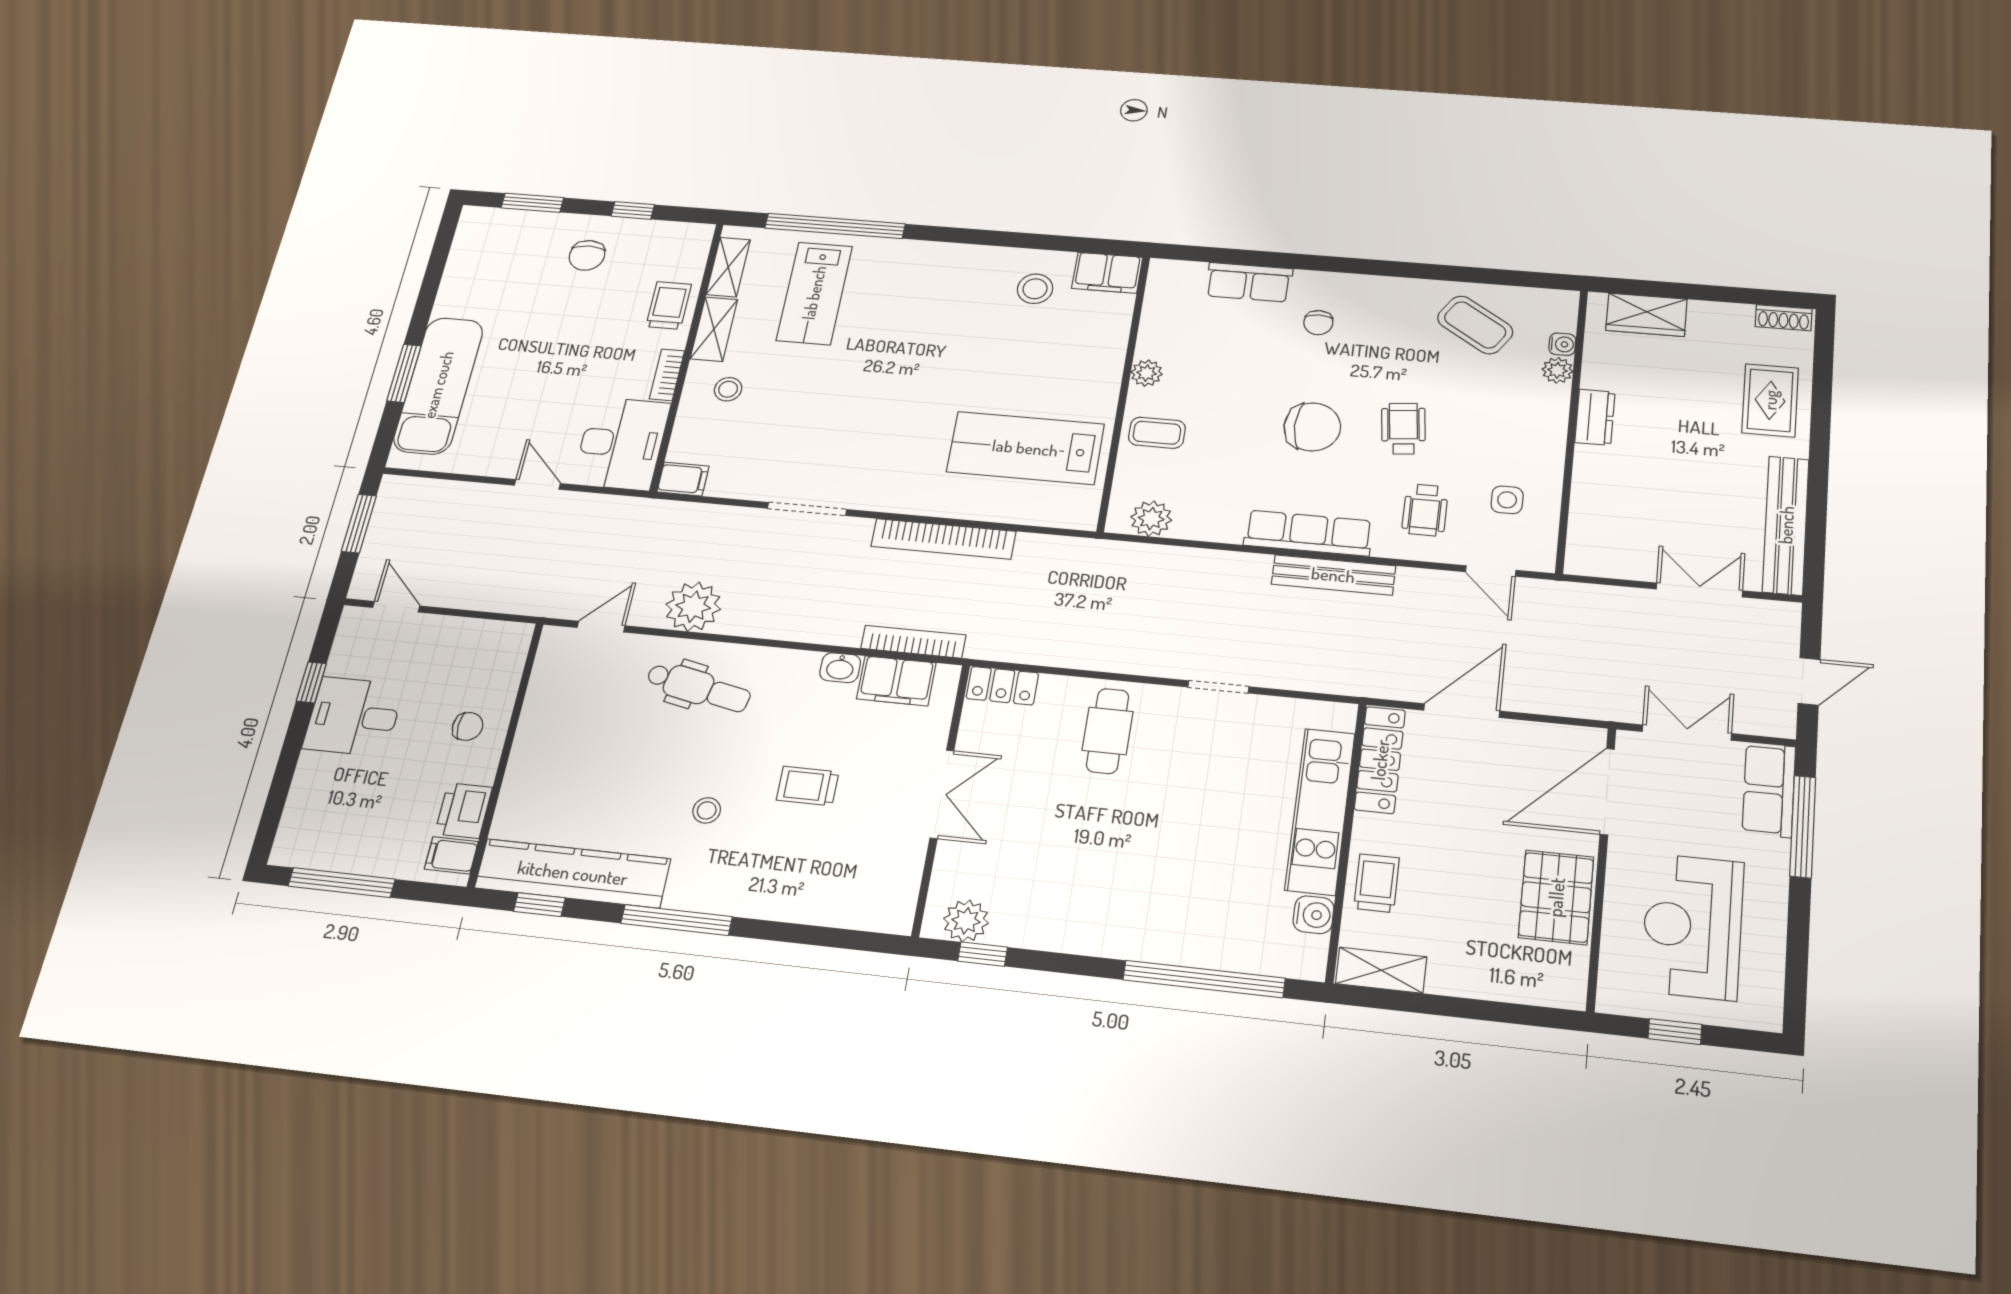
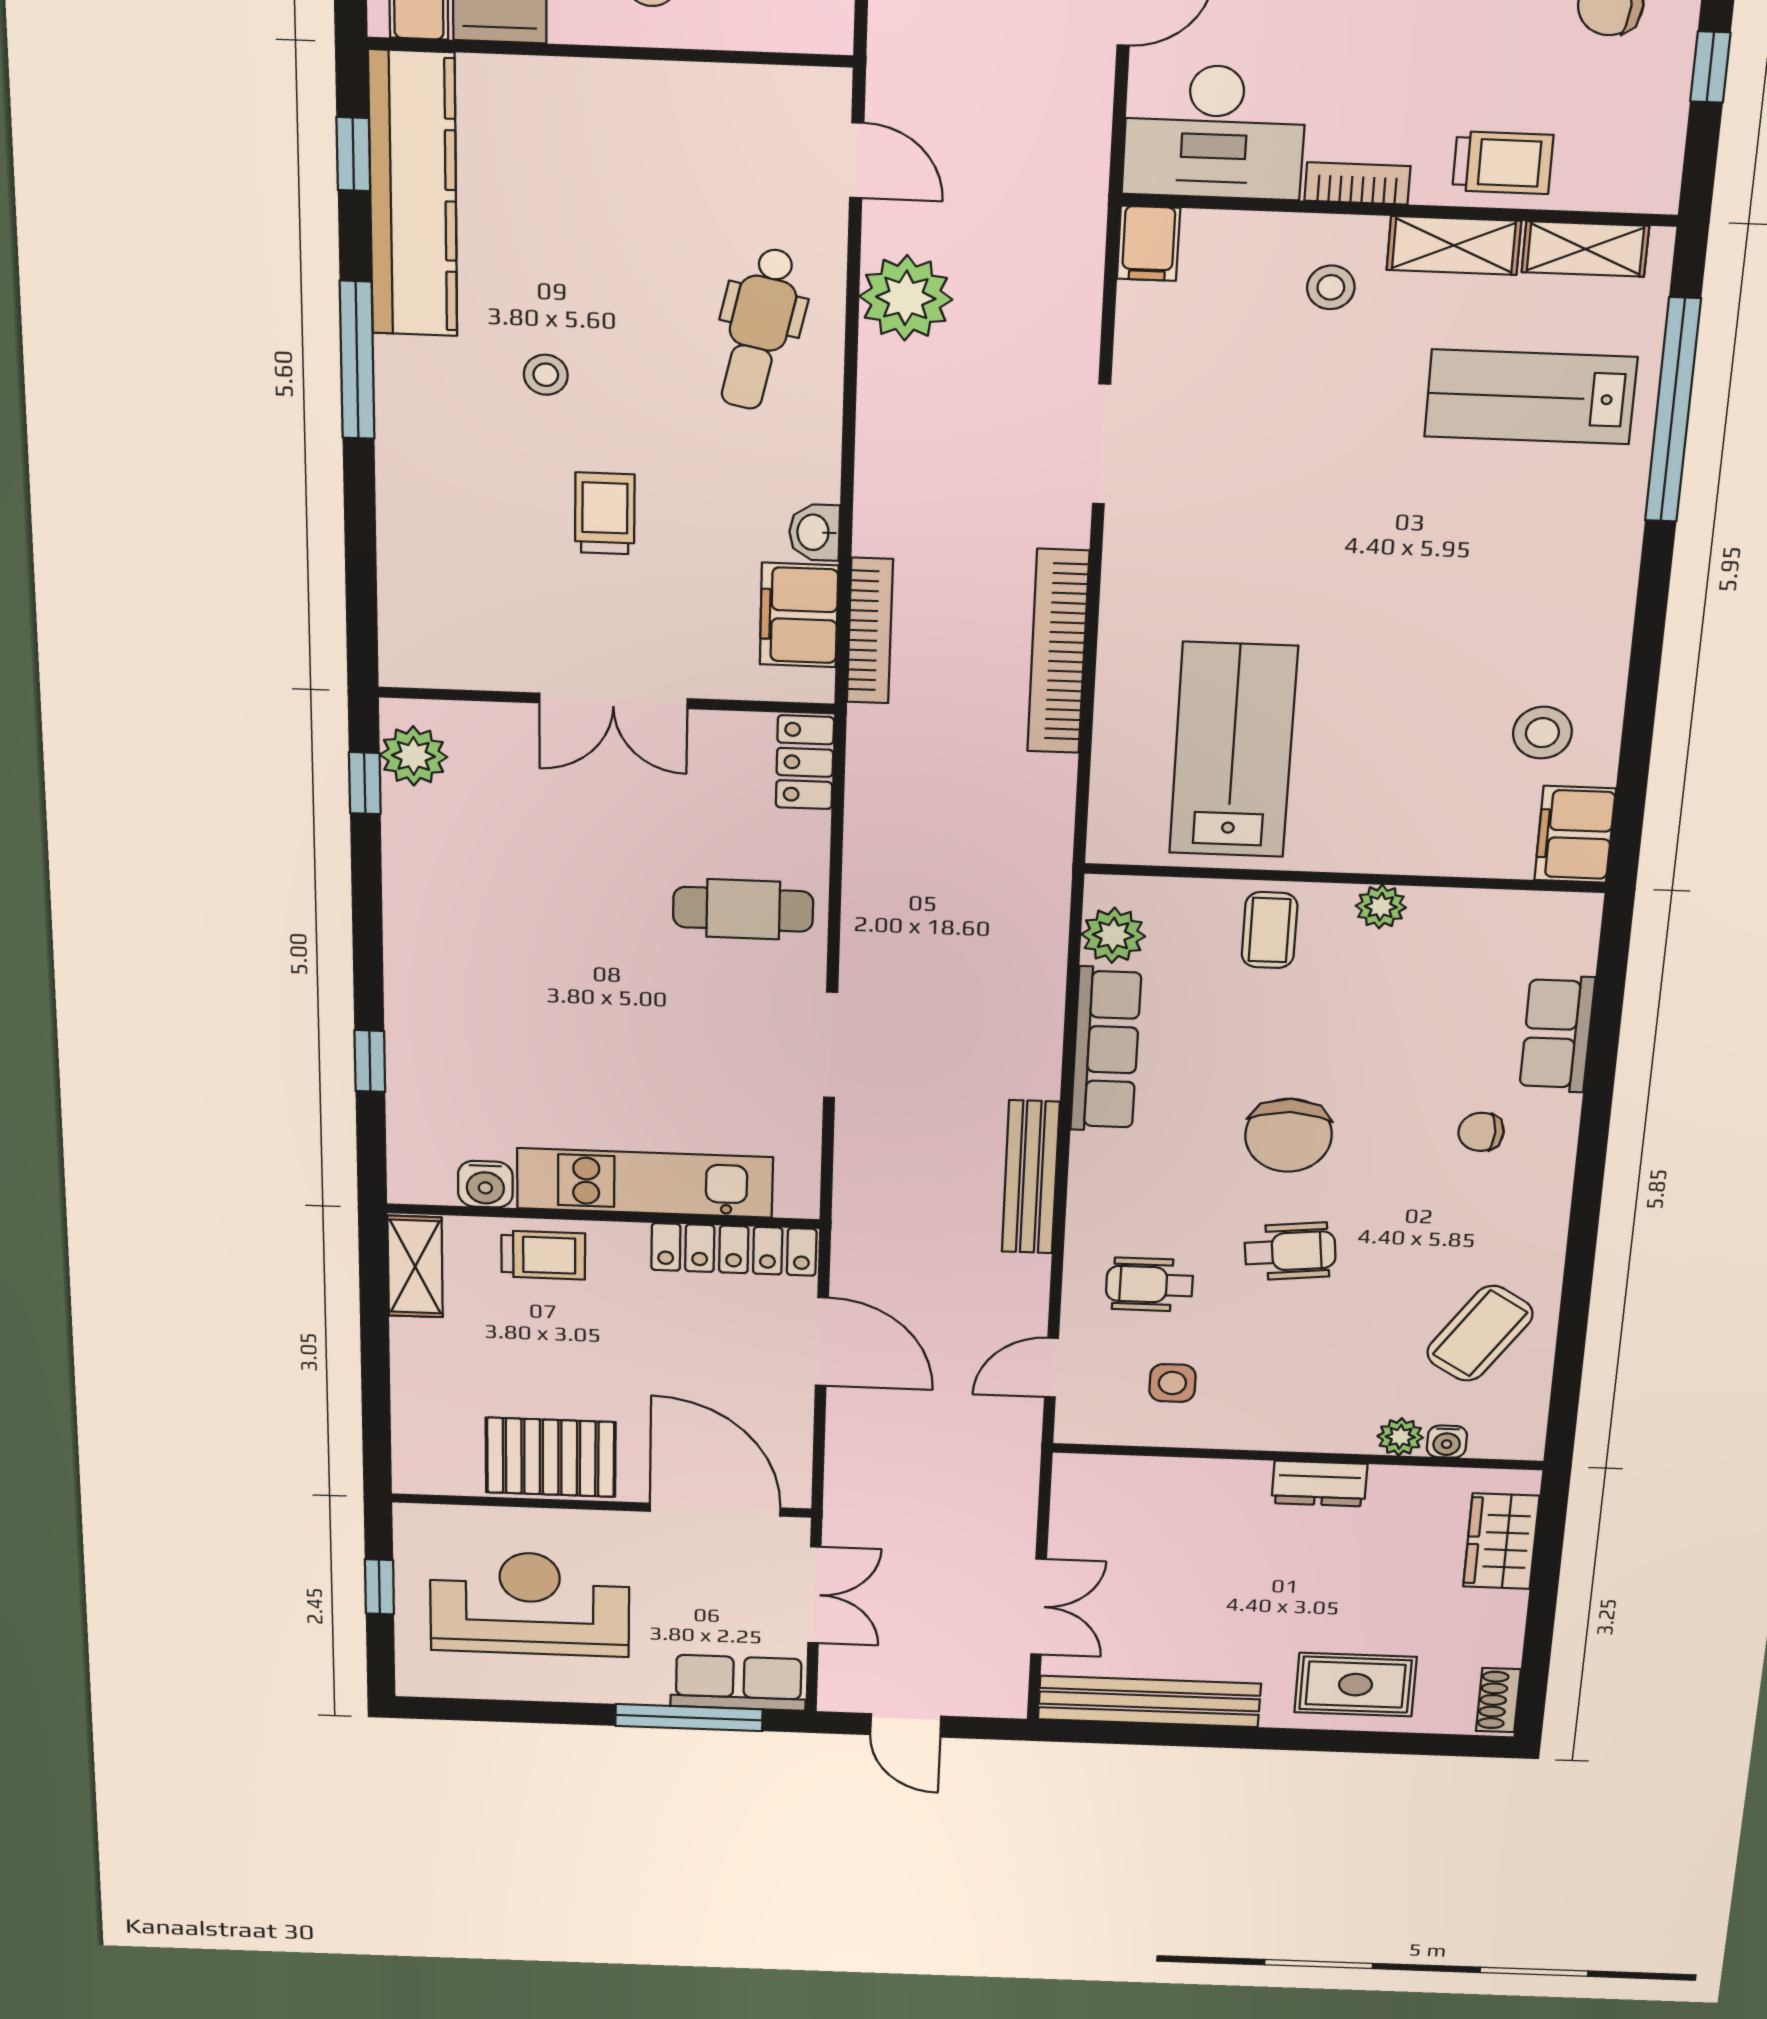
row of seats: (1308, 533) -> (1106, 1049), moved
doorway: (1218, 687) -> (831, 1045), width x1.38
window: (1204, 979) -> (370, 1061), width x0.32

